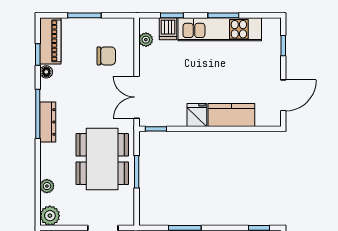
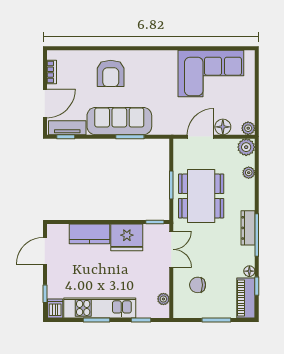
dishwasher: (168, 29) -> (55, 308), moved
fridge: (197, 115) -> (127, 237), width x1.88, depth x1.34

